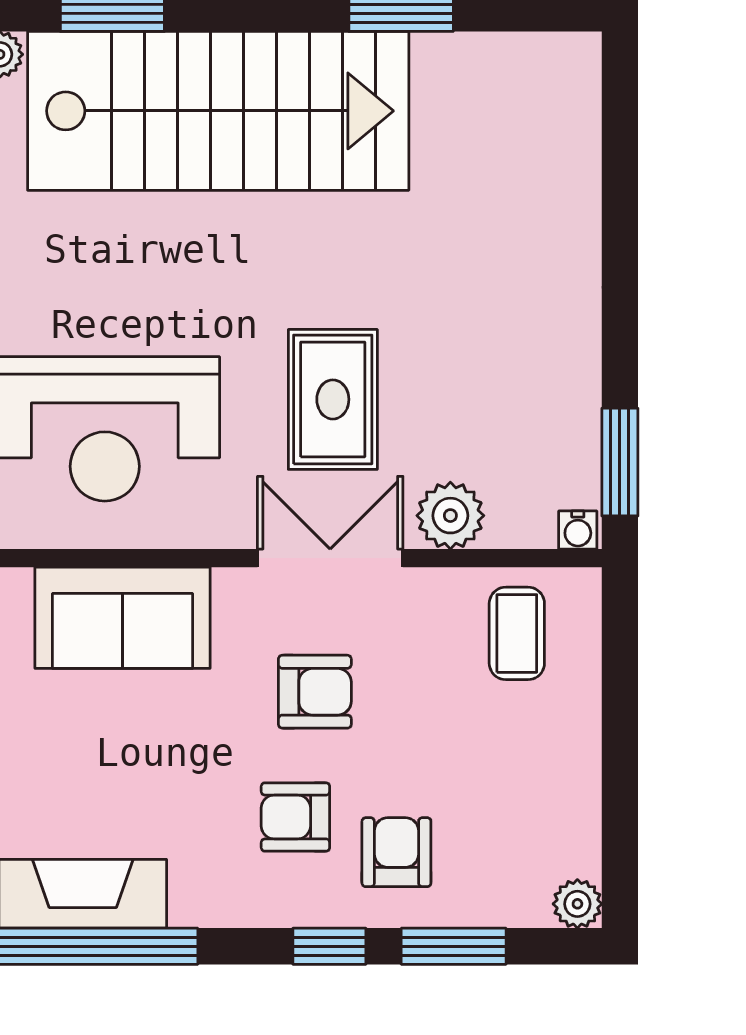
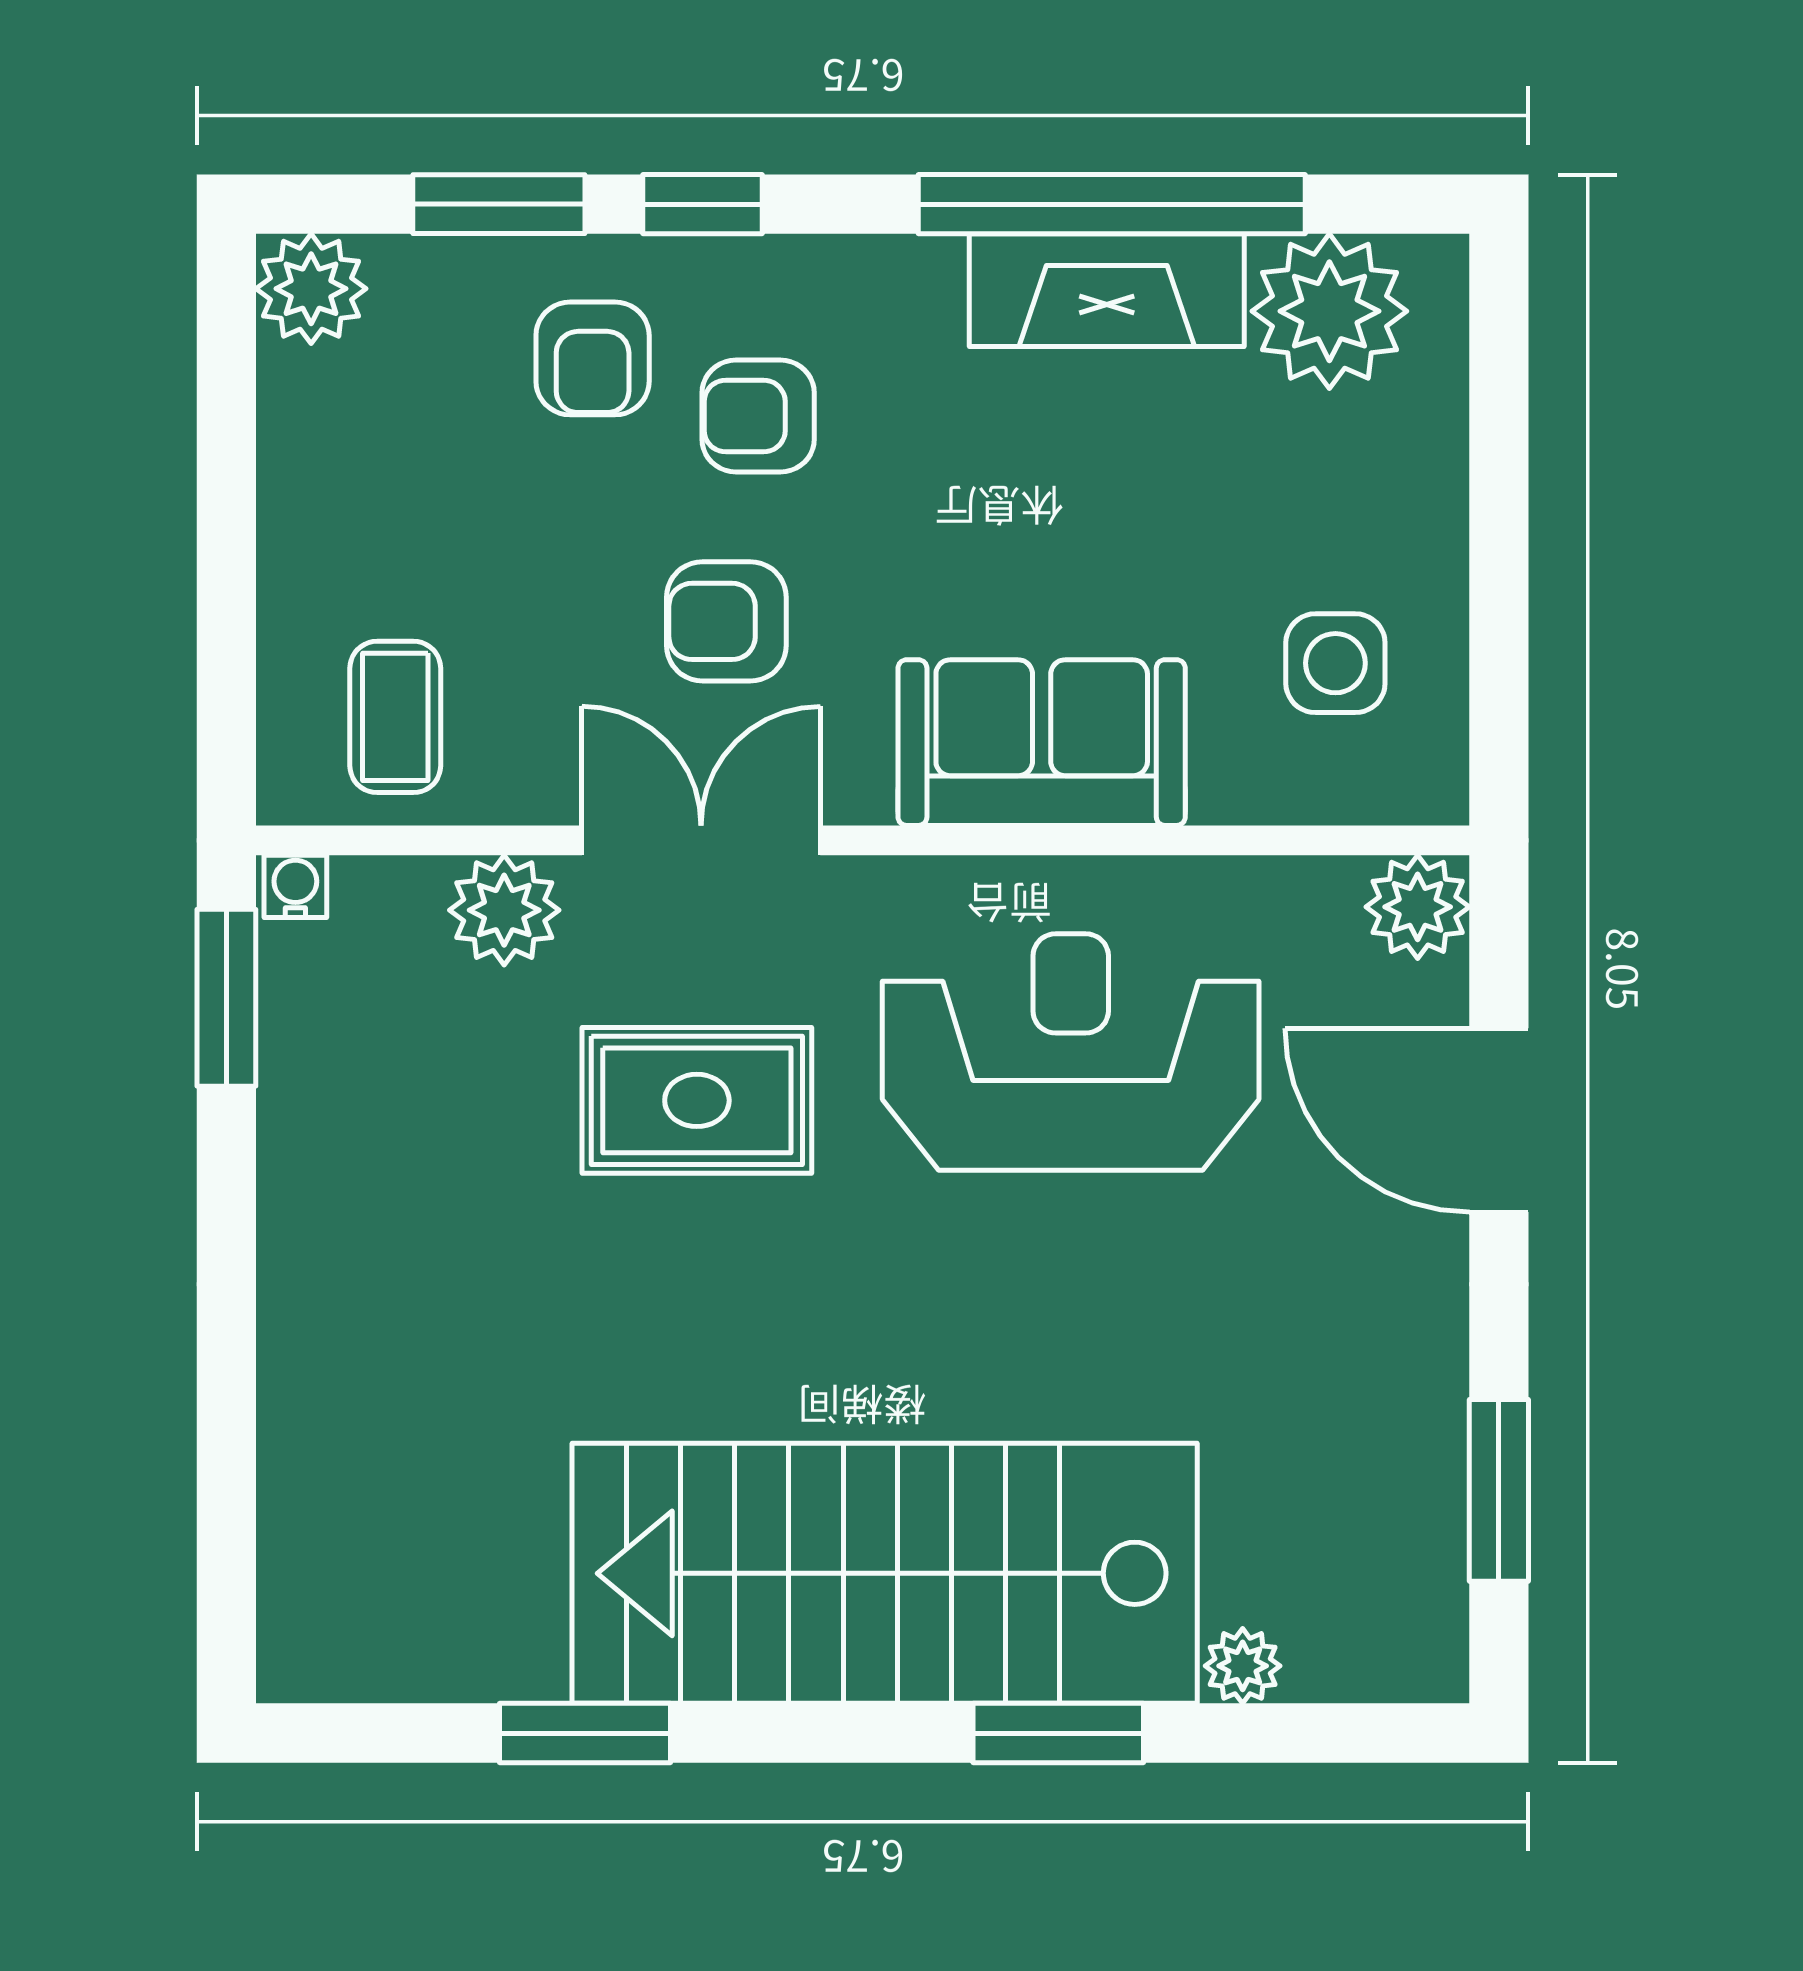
rug: (333, 399) -> (697, 1100), turned 90
double door: (330, 558) -> (701, 840), swing flipped
armchair: (295, 817) -> (758, 416), turned 180
plant: (577, 904) -> (311, 289), width x1.38, depth x1.38

